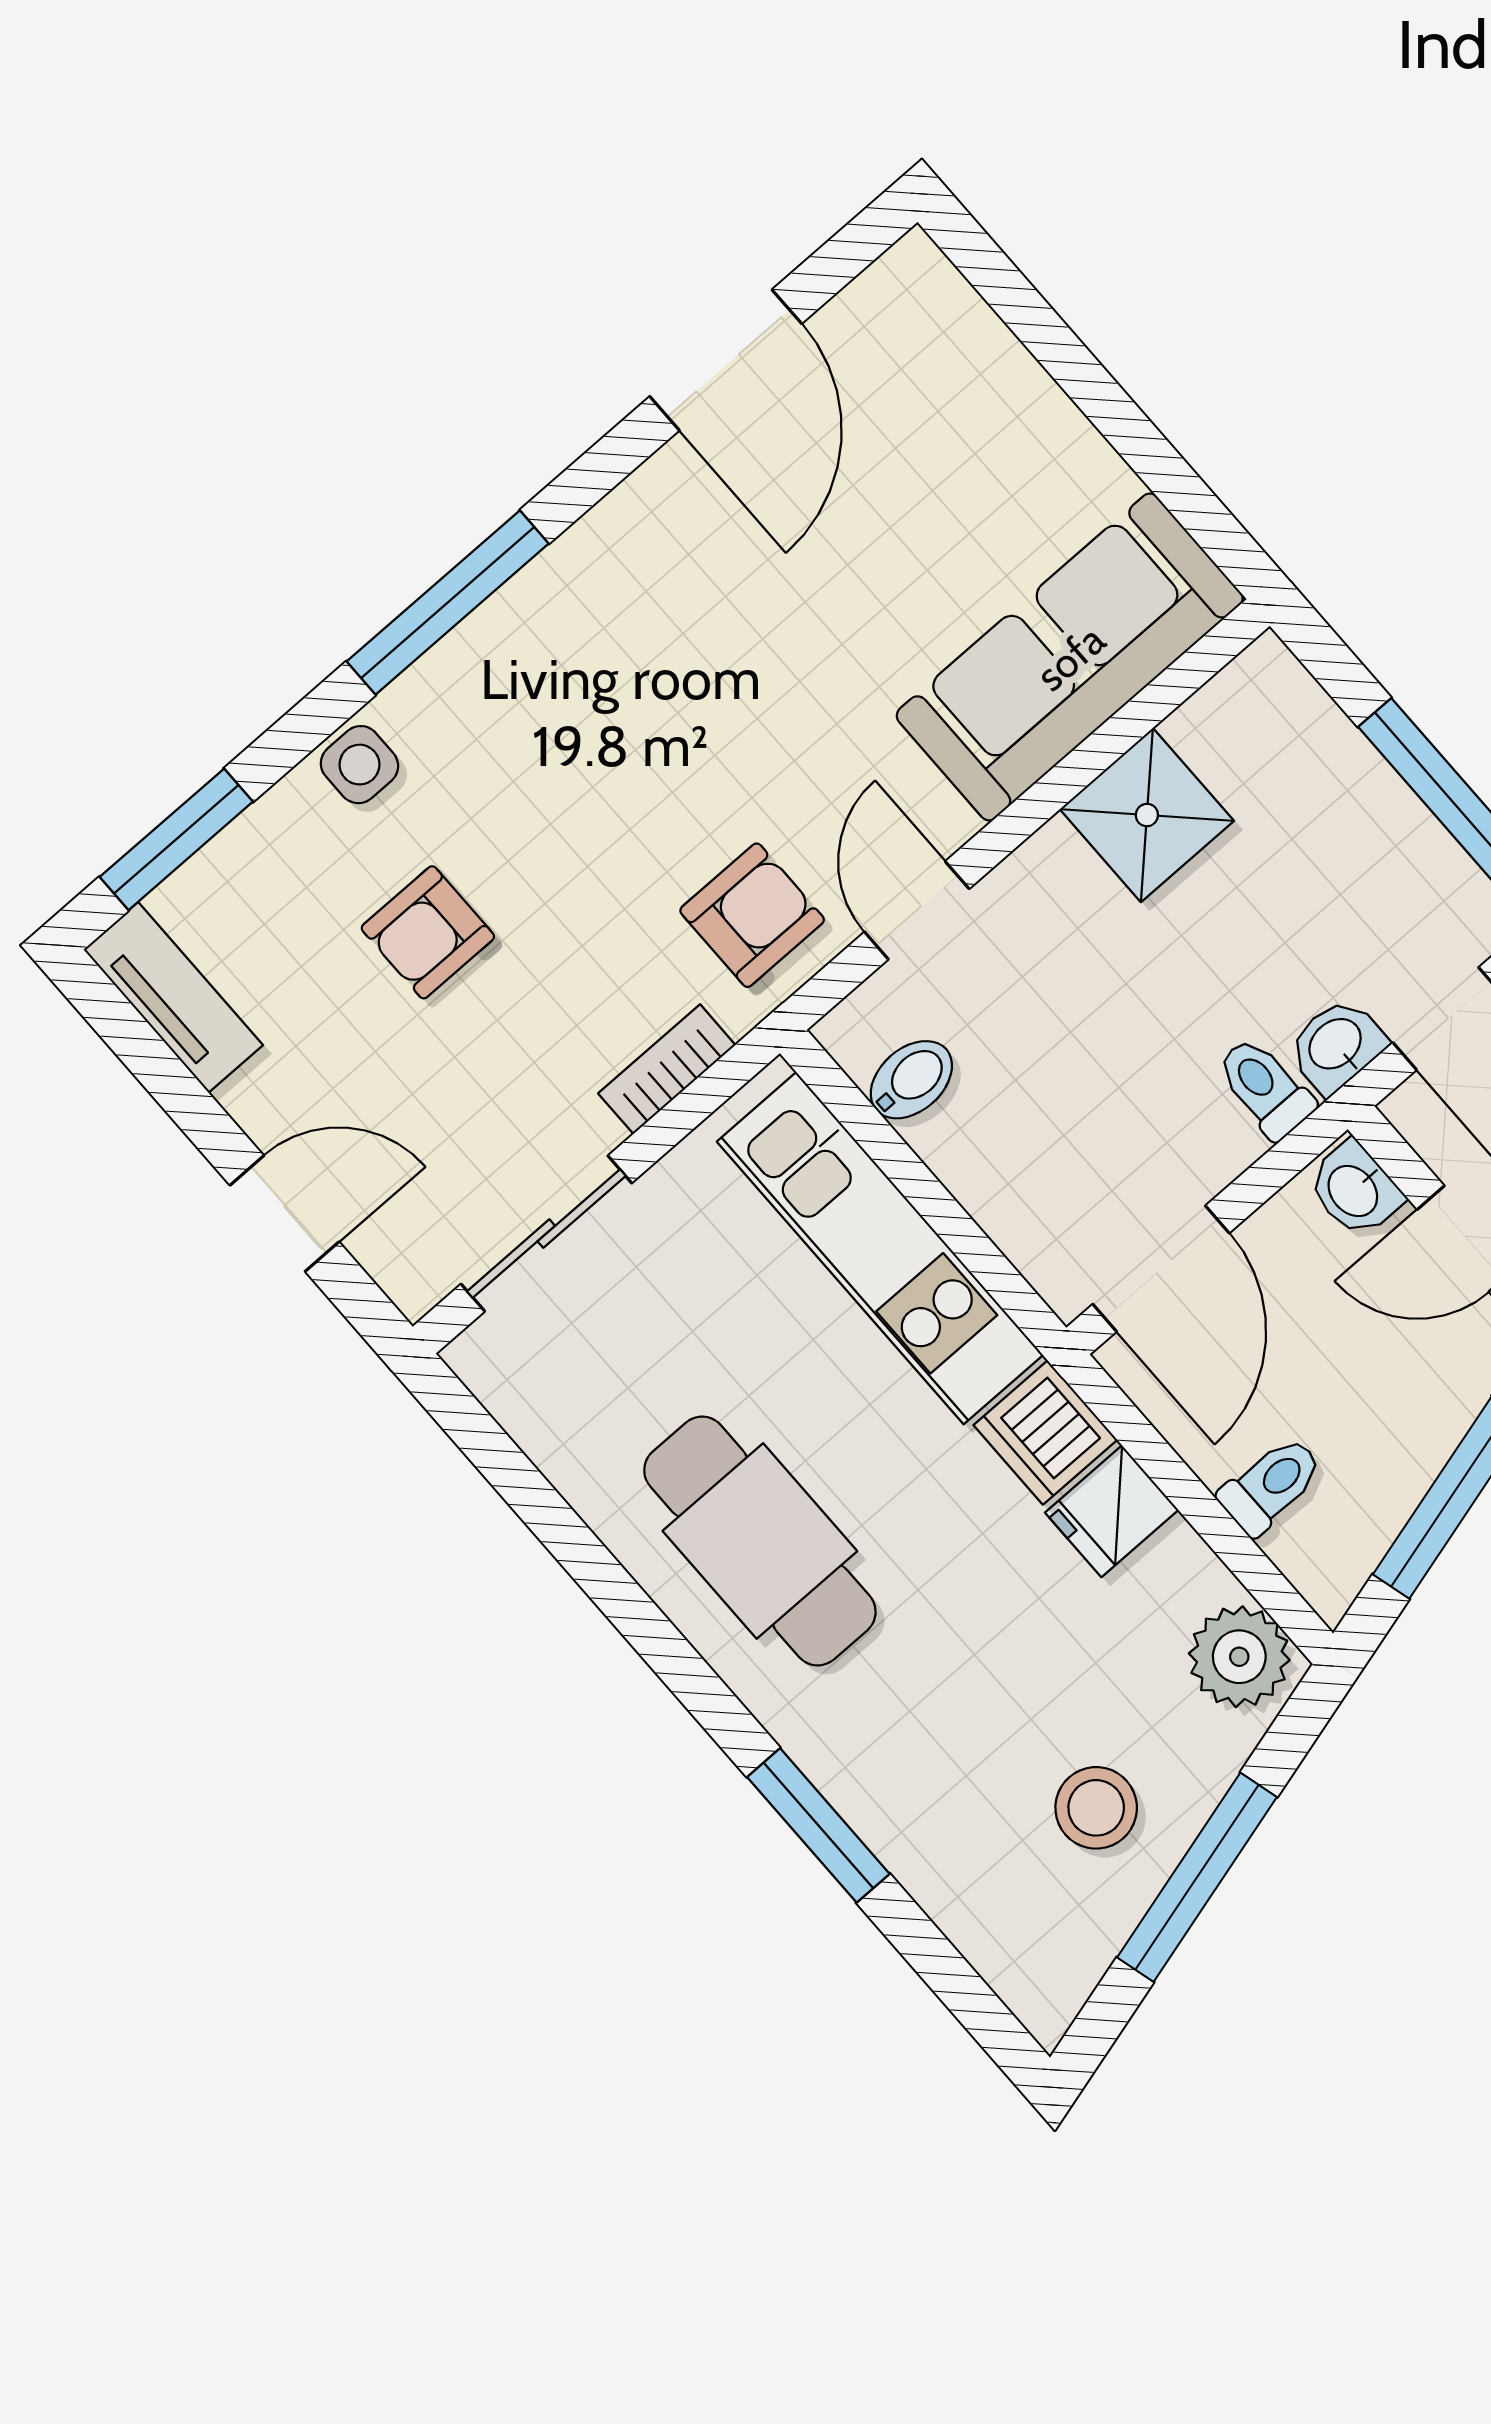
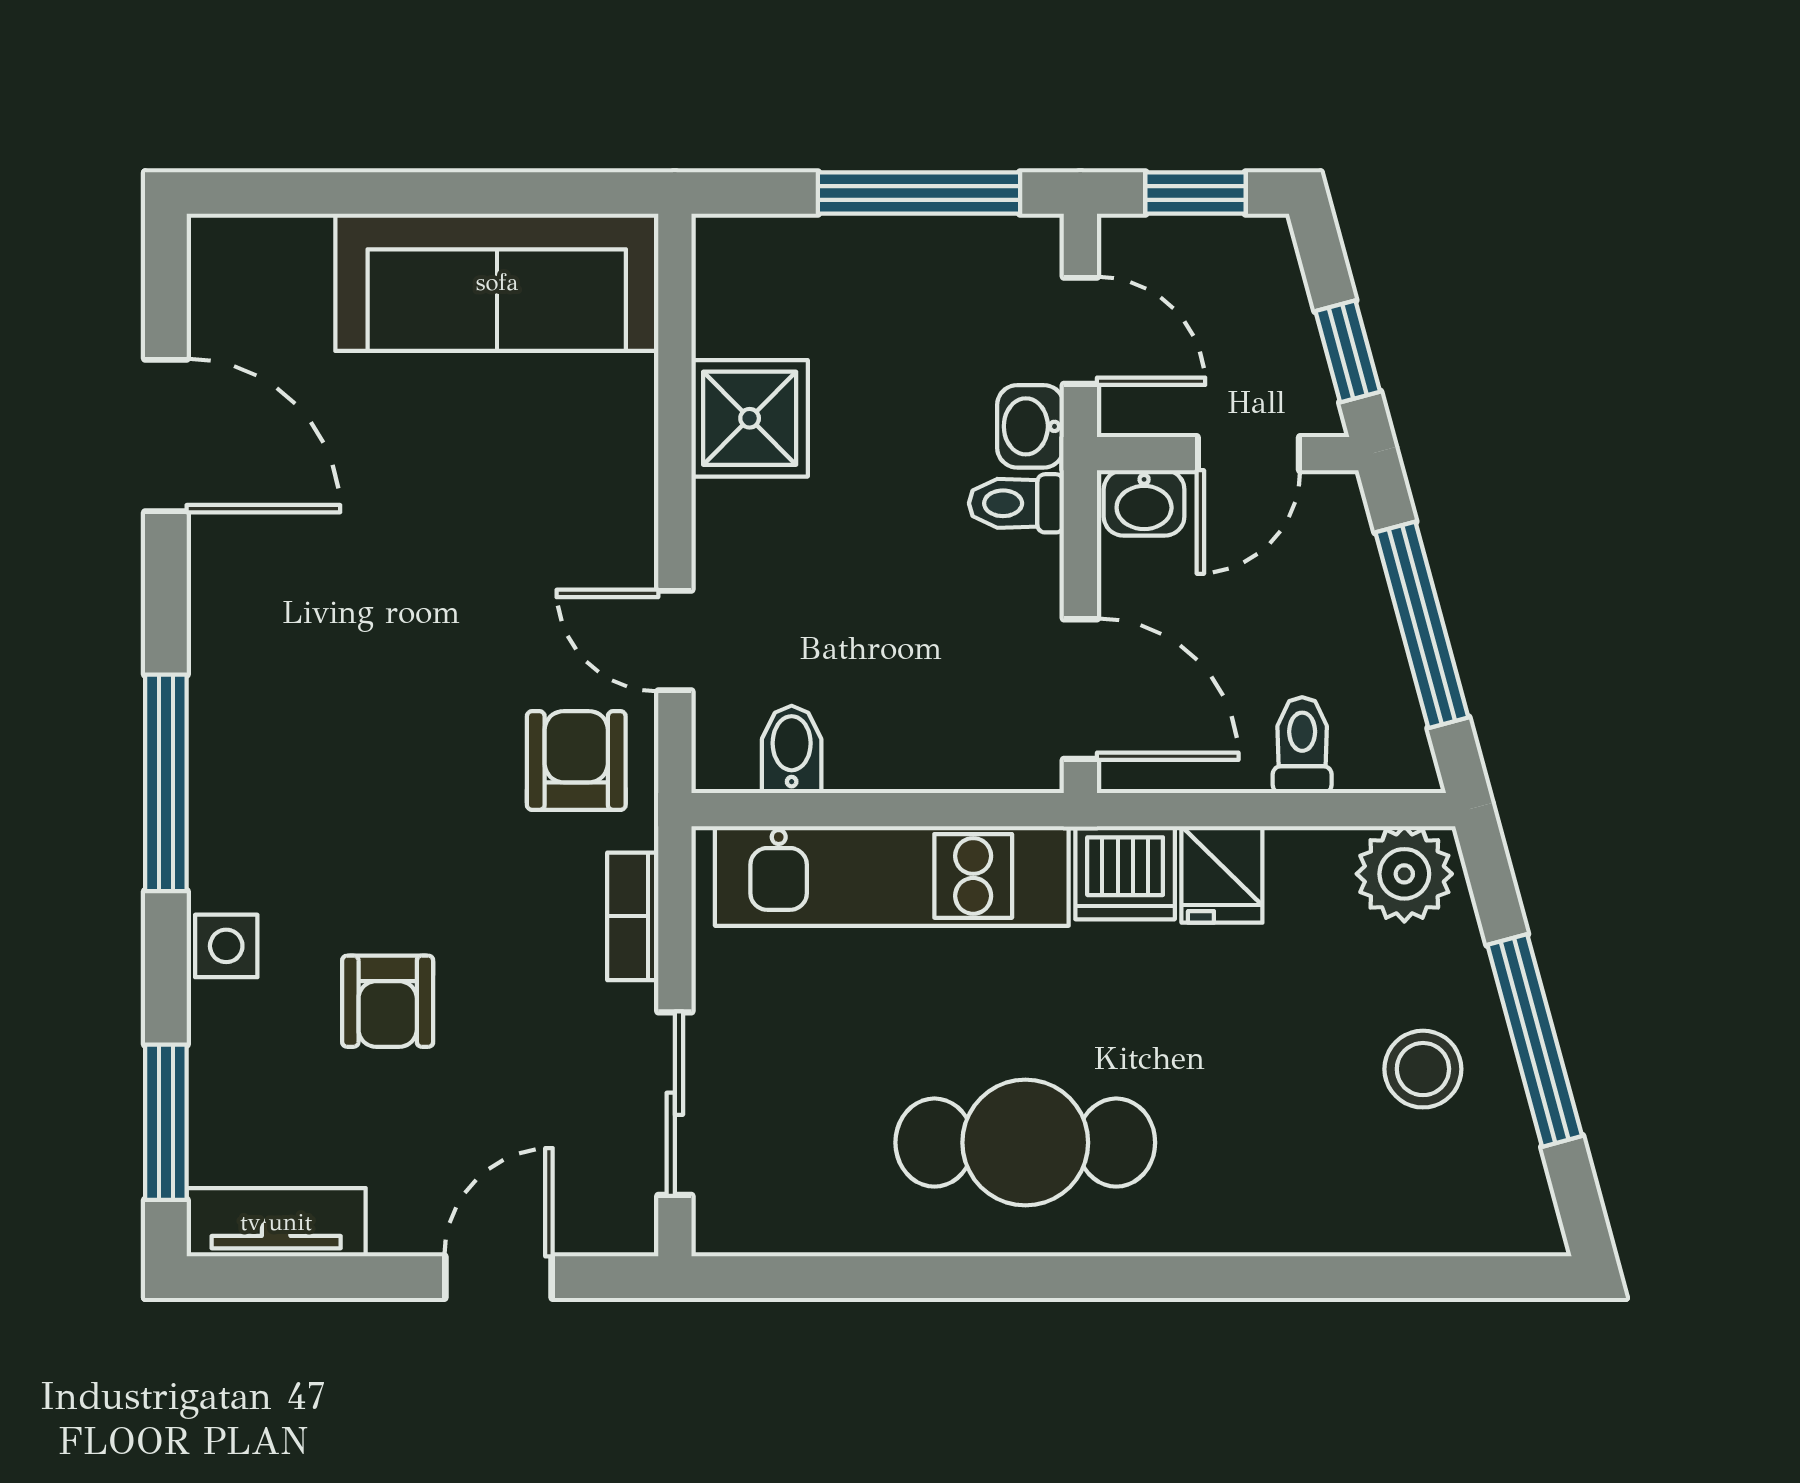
sofa: (1070, 657) -> (497, 282), moved, turned -90
window: (818, 1825) -> (1263, 1277), removed

